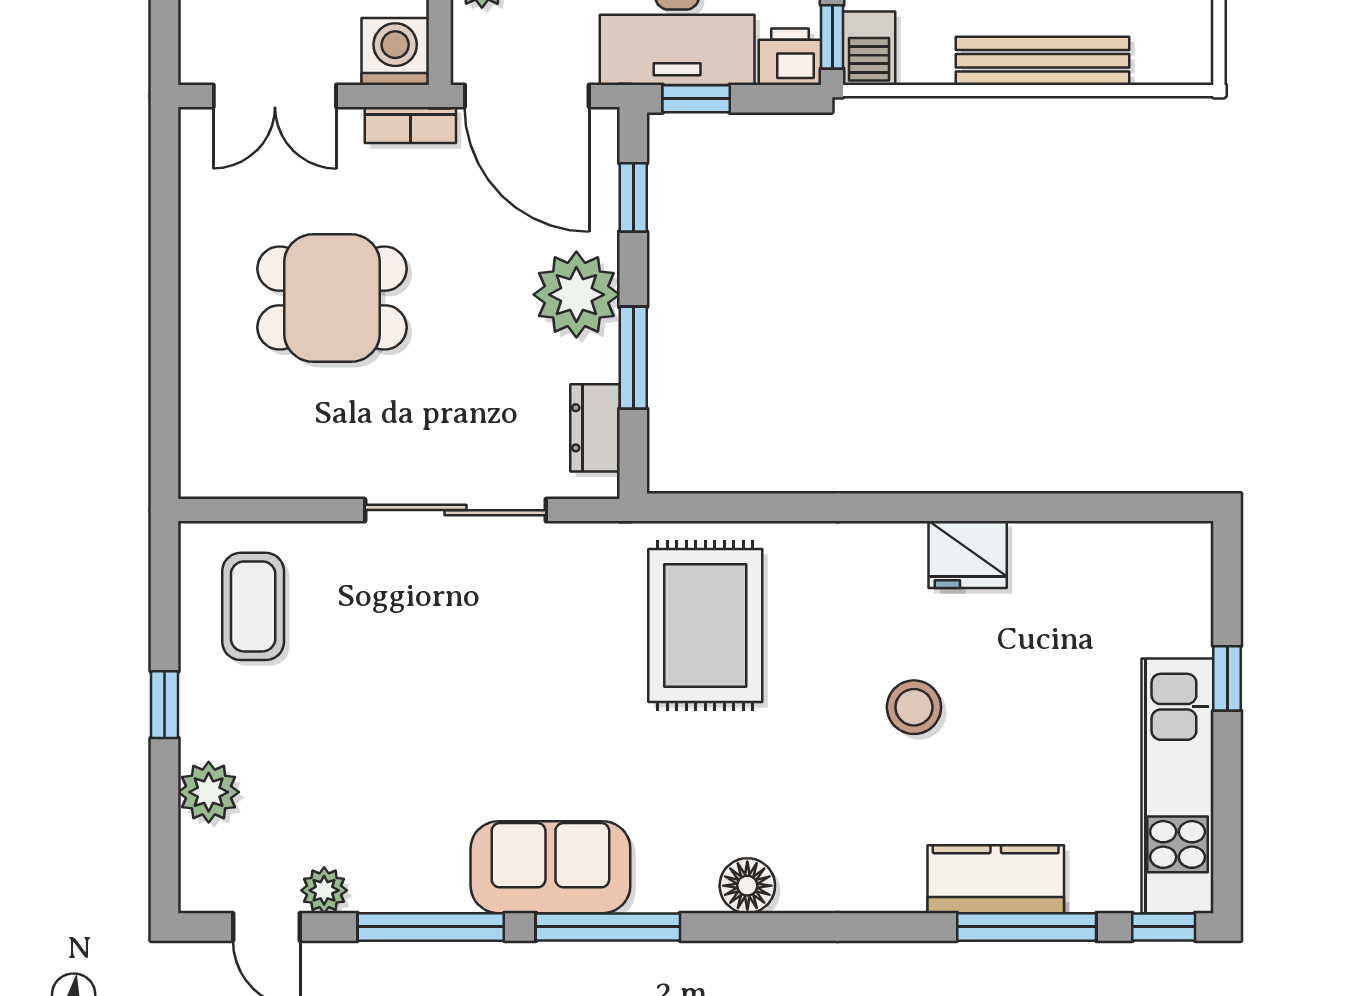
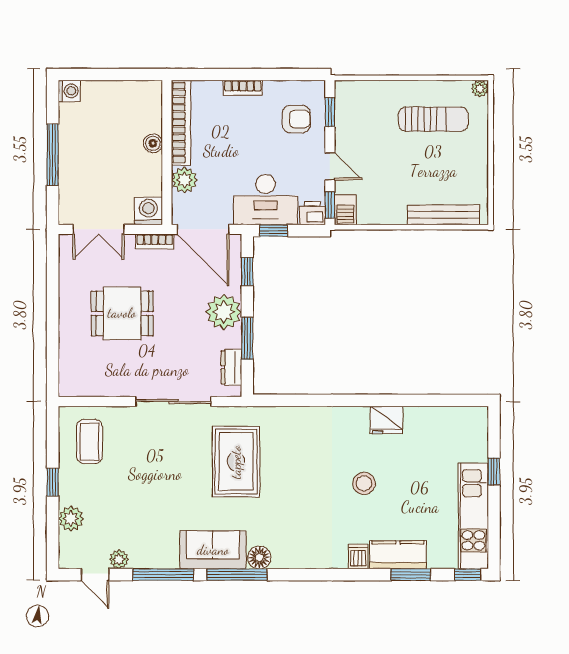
bench: (1042, 61) -> (444, 215), moved
rug: (705, 626) -> (236, 462), moved
dishwasher: (900, 883) -> (358, 556), added
floor lamp: (747, 886) -> (259, 557), moved
window: (1027, 927) -> (411, 575), width x0.69

